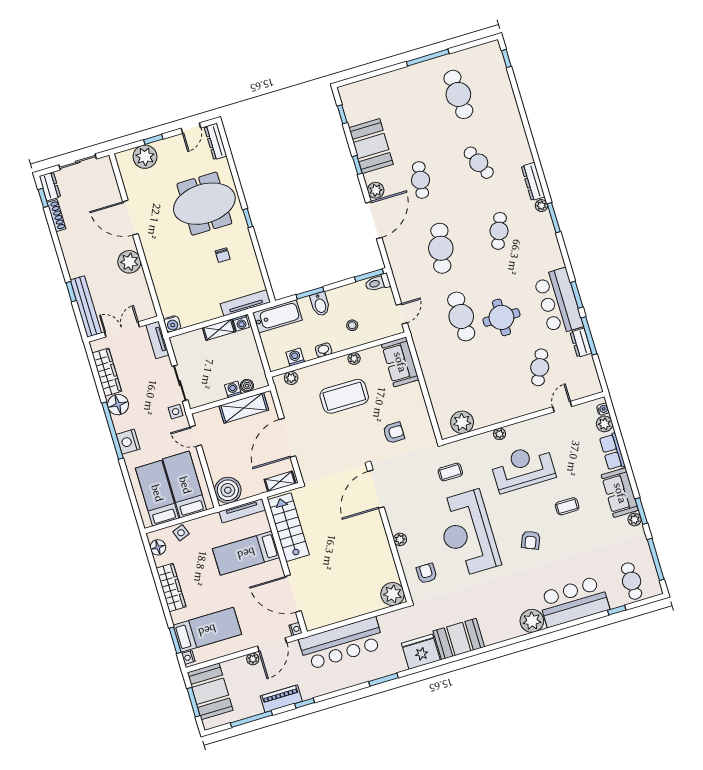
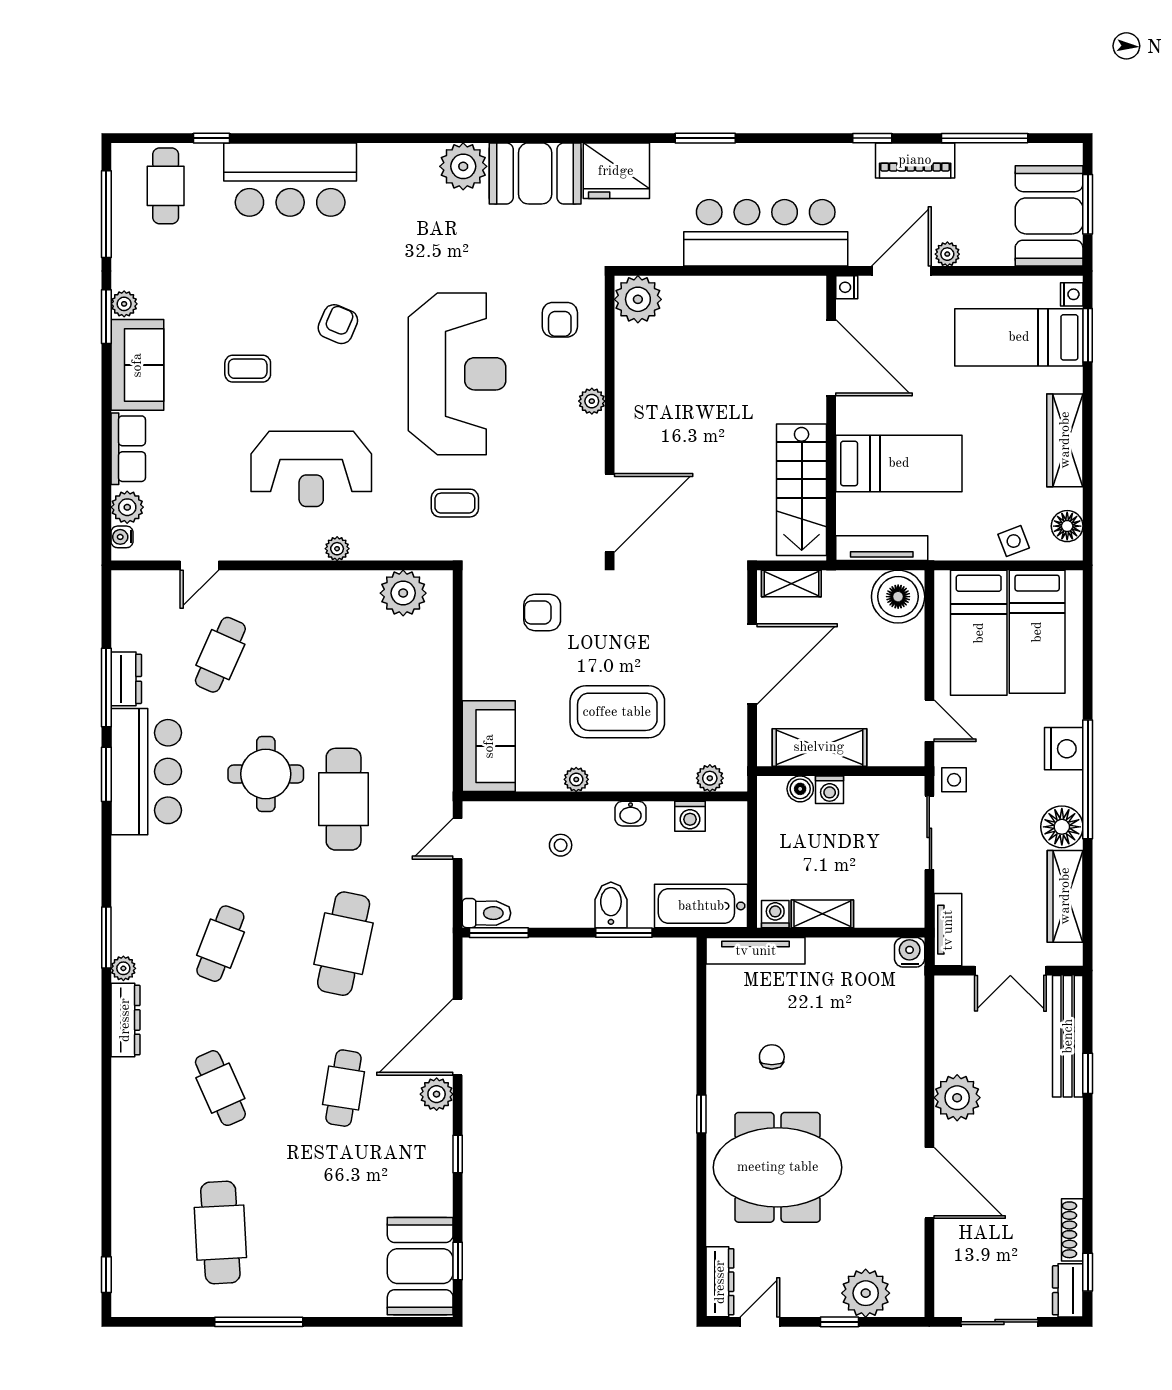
booth: (371, 146) -> (420, 1266), moved
plant: (532, 621) -> (463, 166), moved

